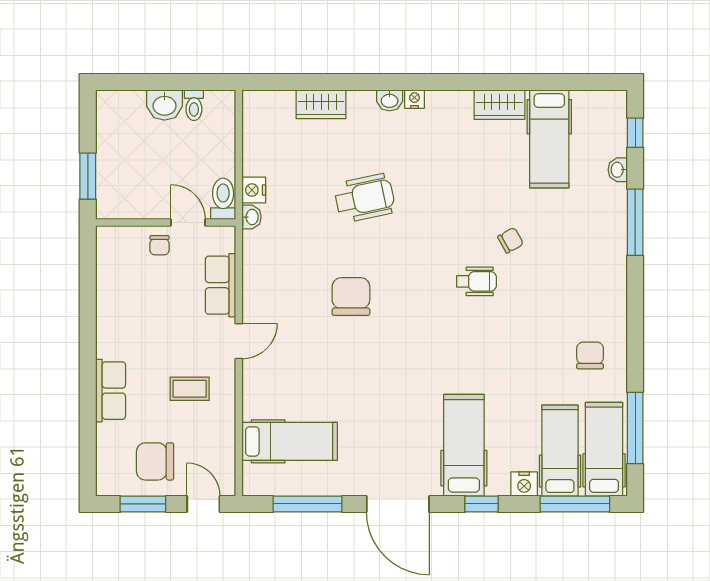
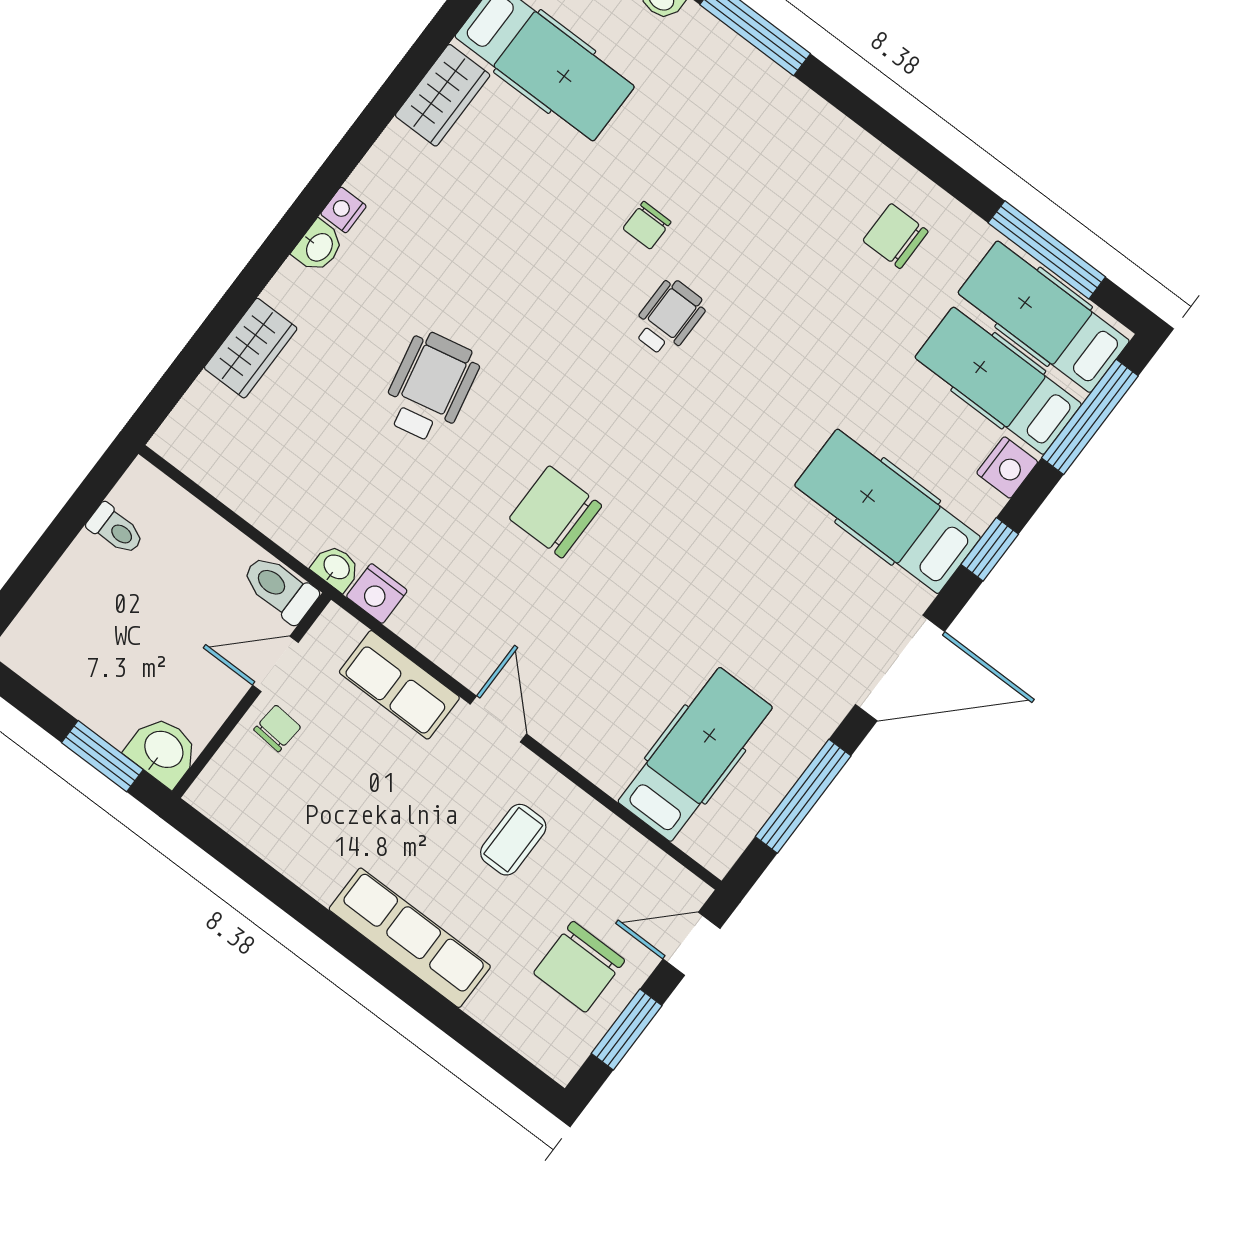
washbasin: (165, 105) -> (163, 751), moved, turned -90
nightstand: (254, 190) -> (377, 593), moved
chair: (511, 240) -> (647, 225), turned -151
chair: (160, 245) -> (277, 728), turned -85
row of seats: (111, 391) -> (410, 938), width x1.48

